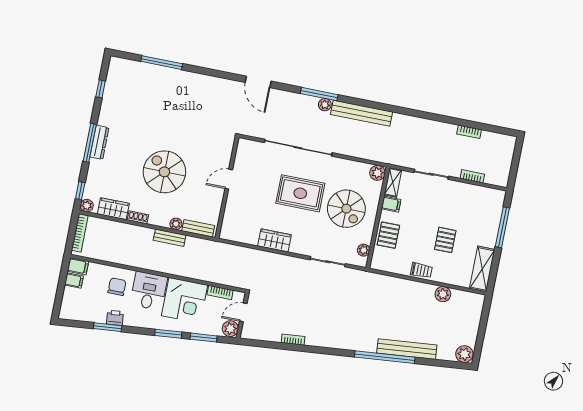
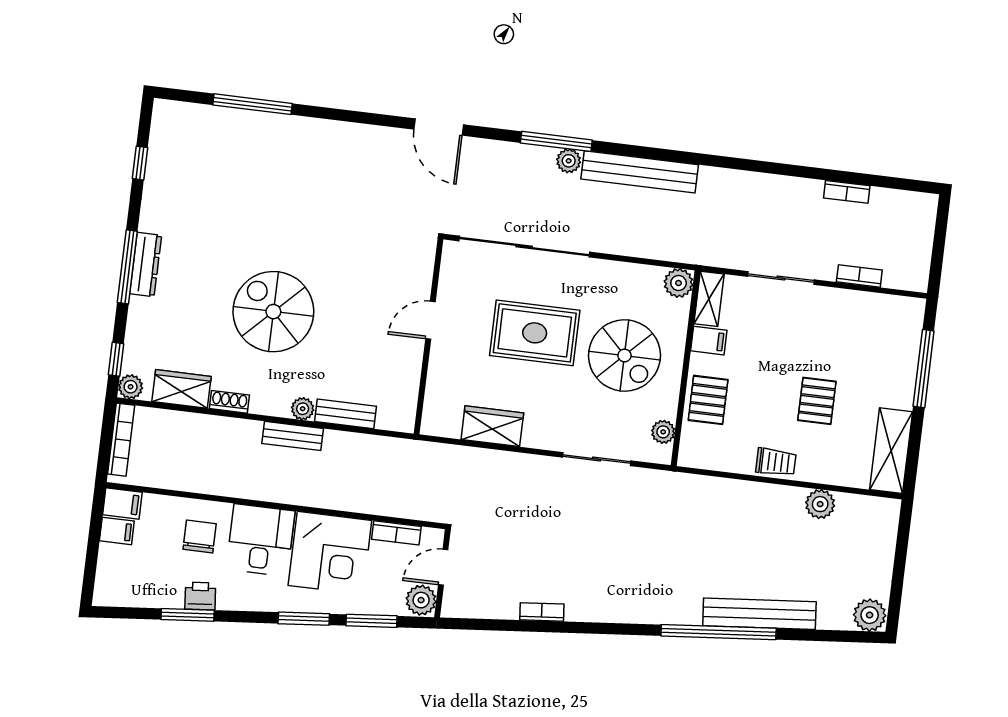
door: (229, 179) -> (431, 320), moved
wall: (227, 188) -> (429, 337), moved

